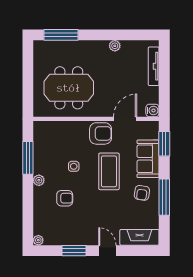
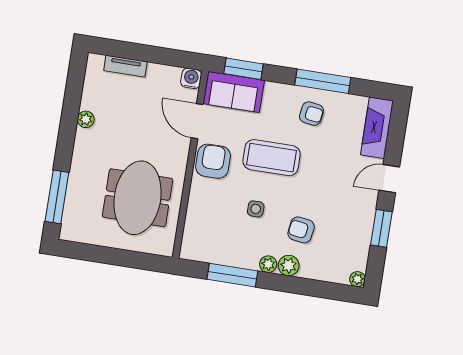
tv unit: (154, 66) -> (125, 66), width x0.71
sofa: (148, 159) -> (234, 92), moved
plant: (40, 194) -> (289, 266), added
armchair: (65, 198) -> (301, 230), turned -82

